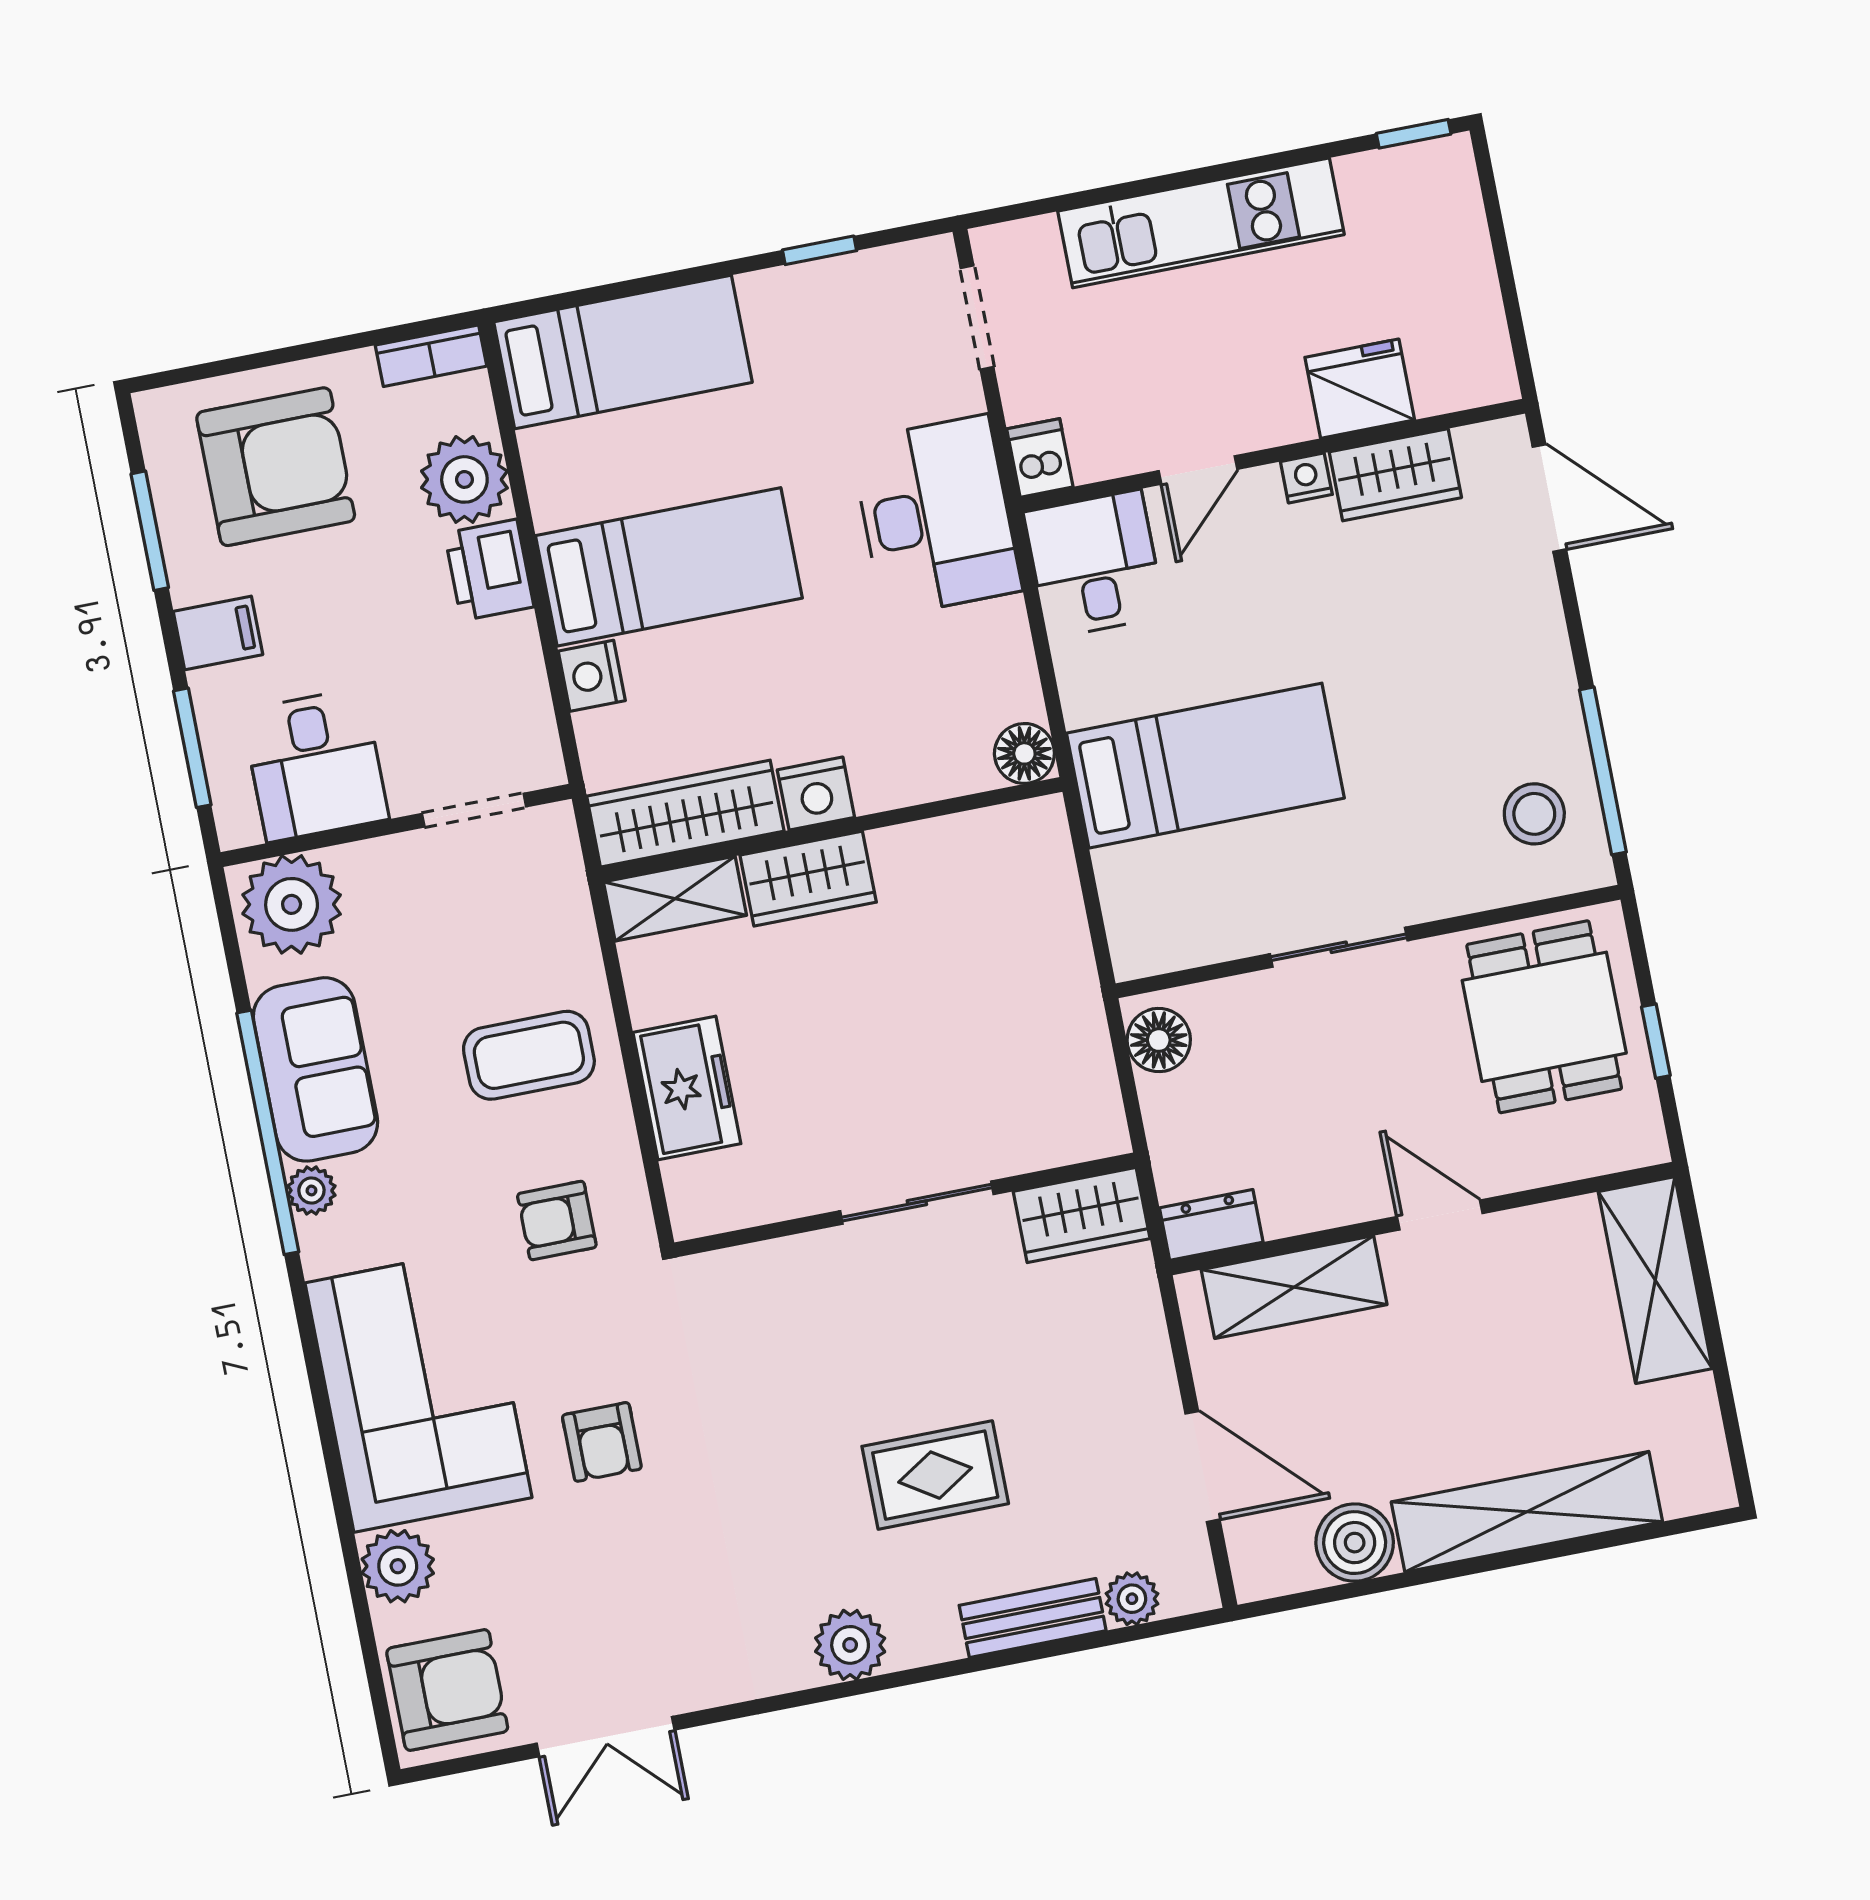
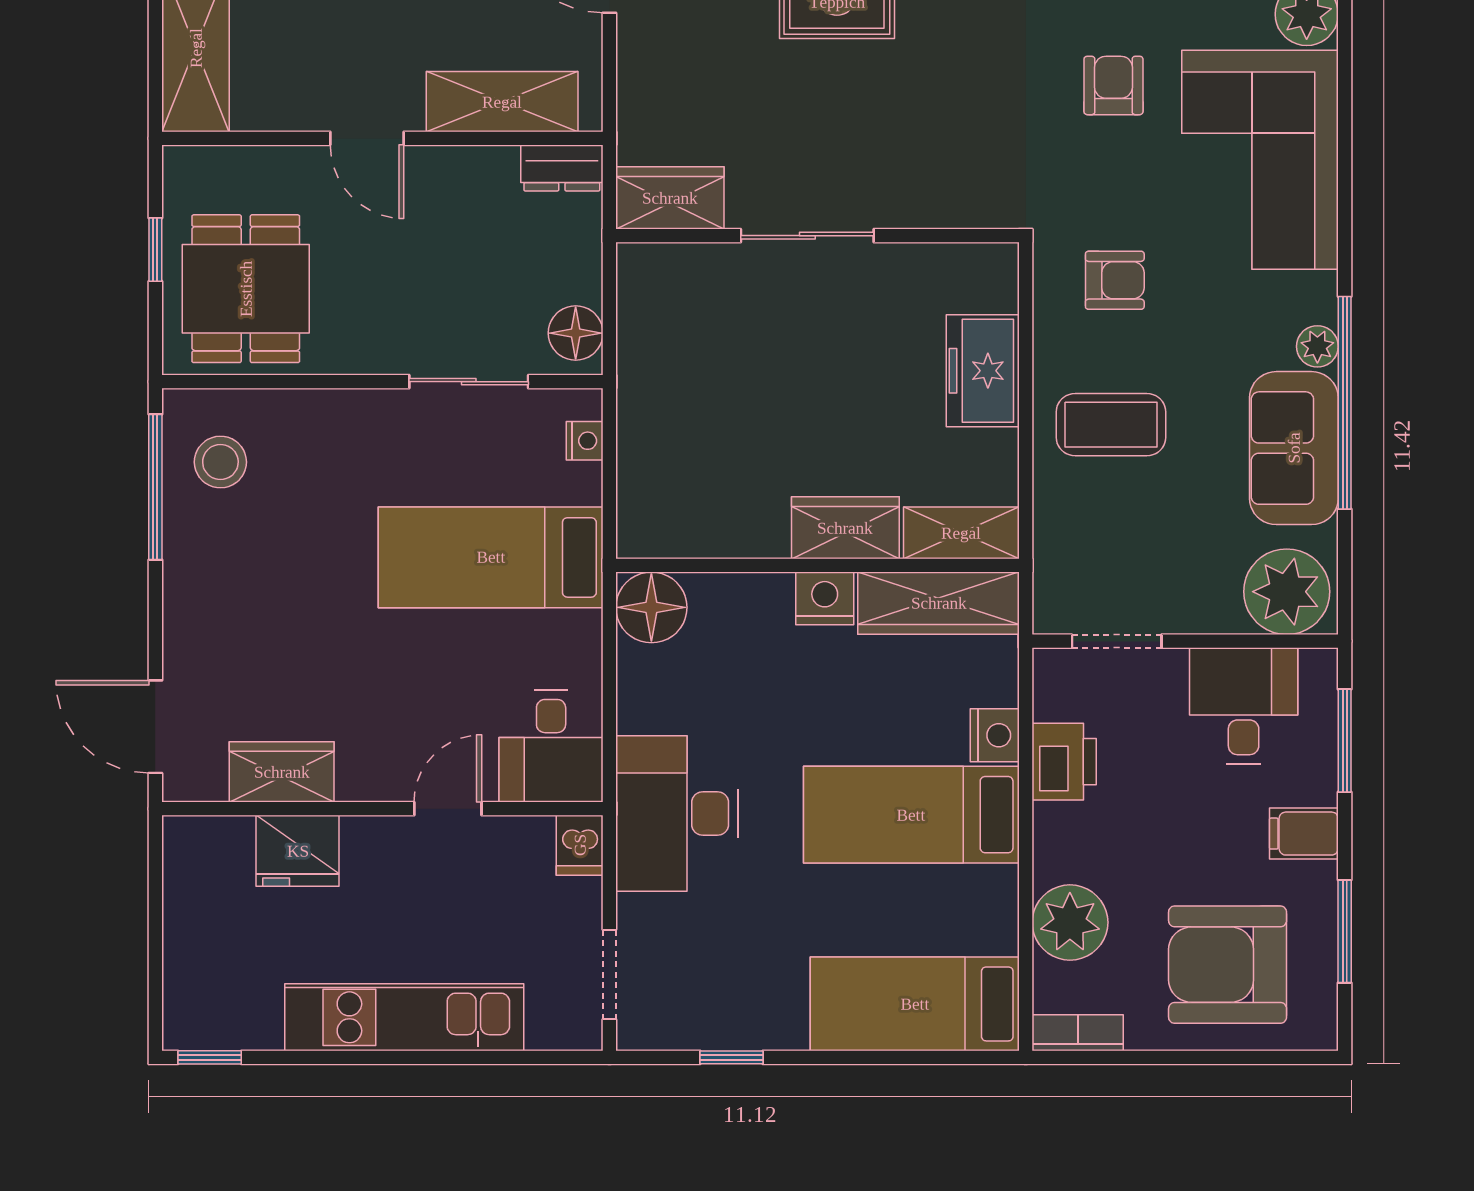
nightstand: (1306, 478) -> (585, 441), moved, turned -90
printer: (489, 570) -> (1064, 762), moved
floor lamp: (1024, 753) -> (651, 607), width x1.38, depth x1.38
sliding door: (1339, 947) -> (469, 382), moved

